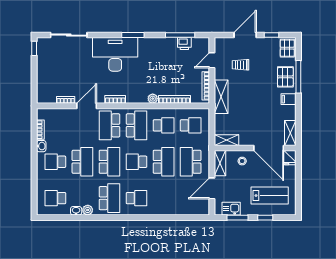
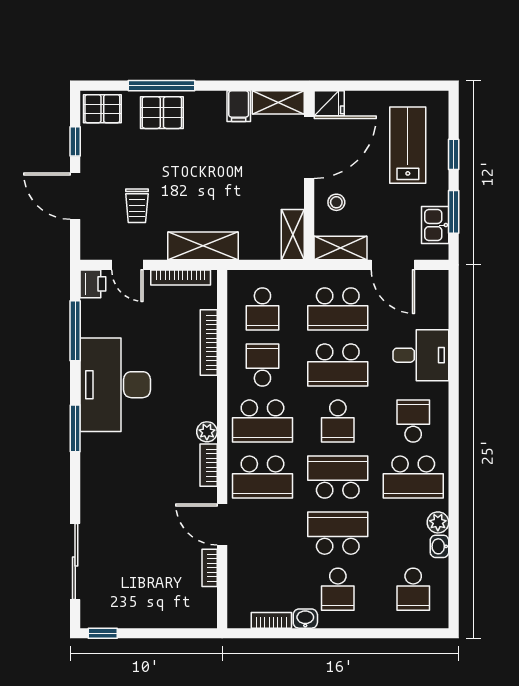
printer: (184, 44) -> (93, 284), moved
desk: (115, 54) -> (115, 385), moved
plant: (153, 99) -> (207, 432), moved
filing cabinet: (288, 99) -> (239, 106), moved
school desk: (137, 125) -> (262, 421), turned 180
school desk: (191, 125) -> (262, 309), turned 180
school desk: (164, 162) -> (338, 365), turned 180
school desk: (109, 198) -> (413, 477), turned 180
desk: (168, 202) -> (421, 355), added

